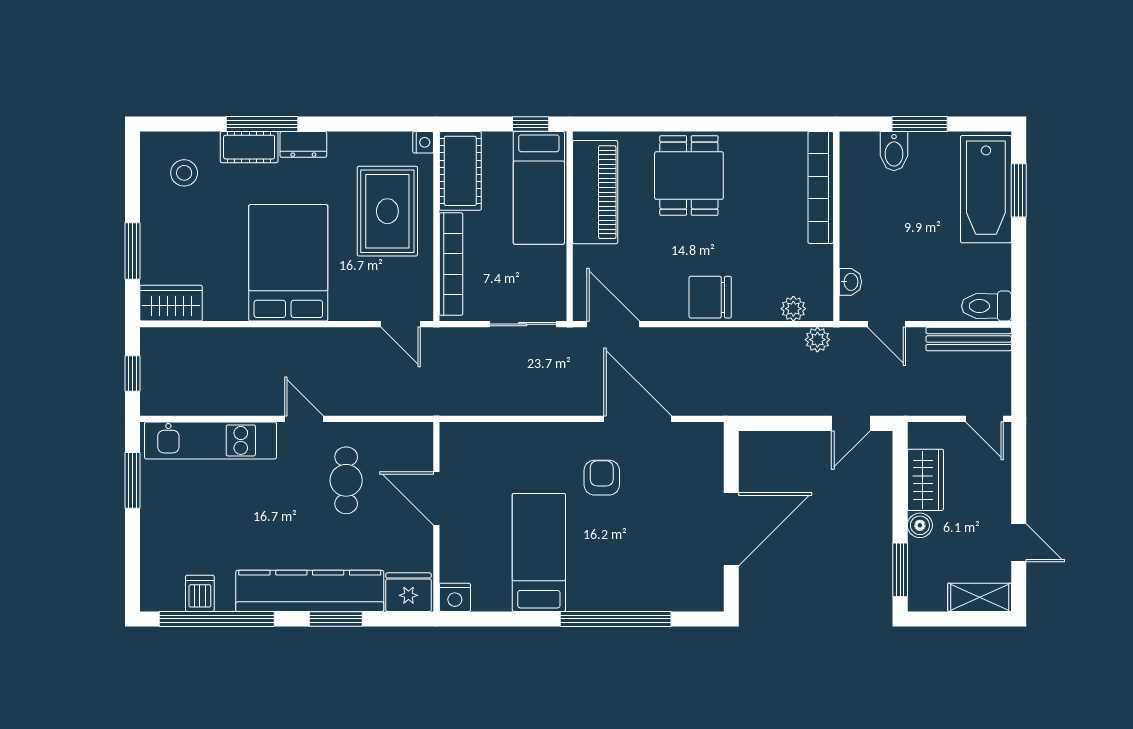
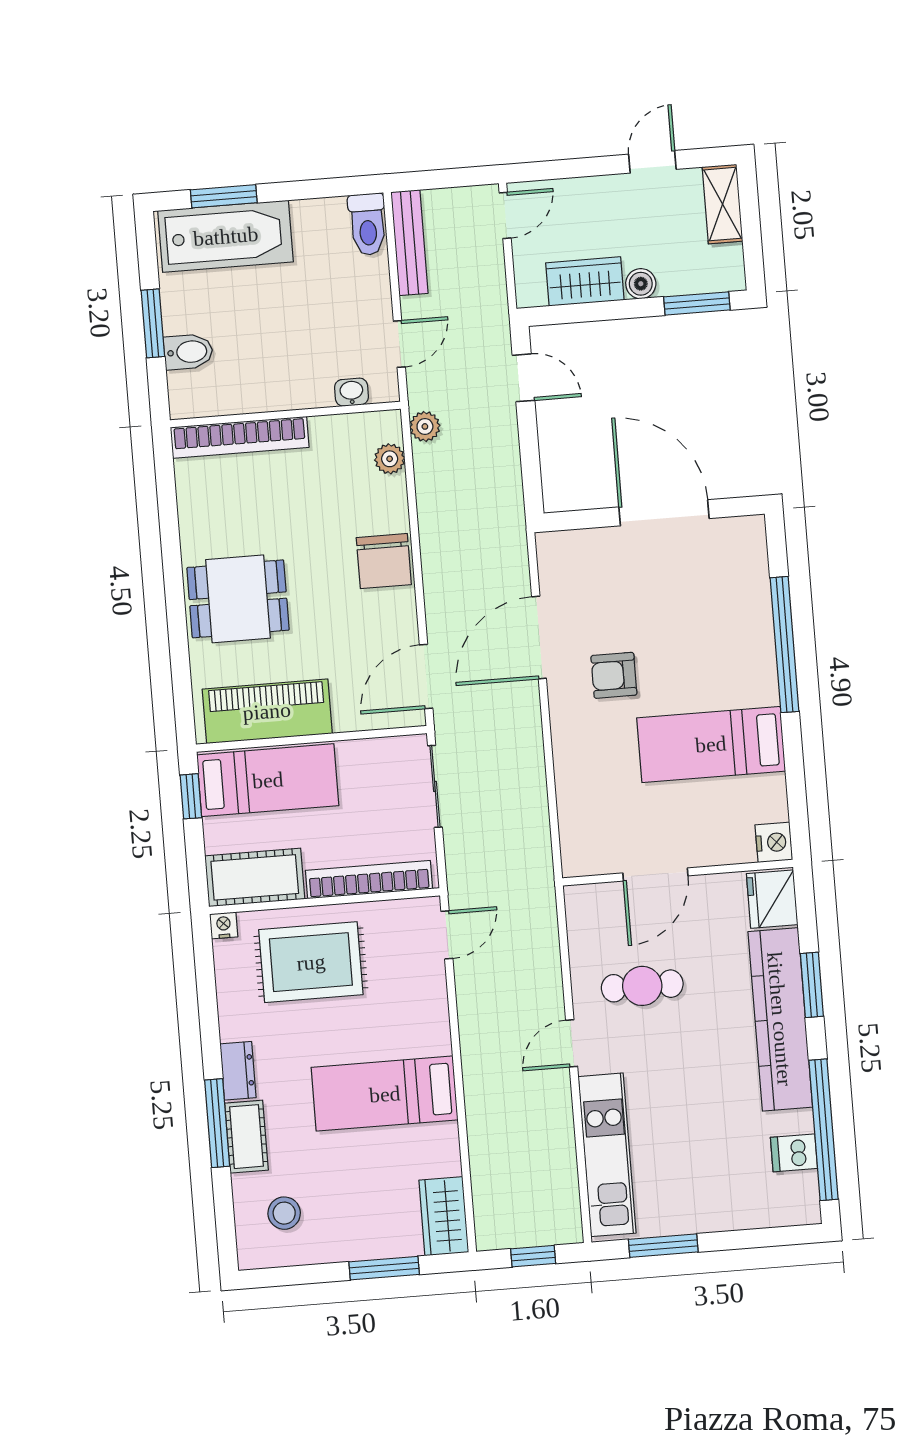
bed: (288, 263) -> (385, 1094), width x0.67

